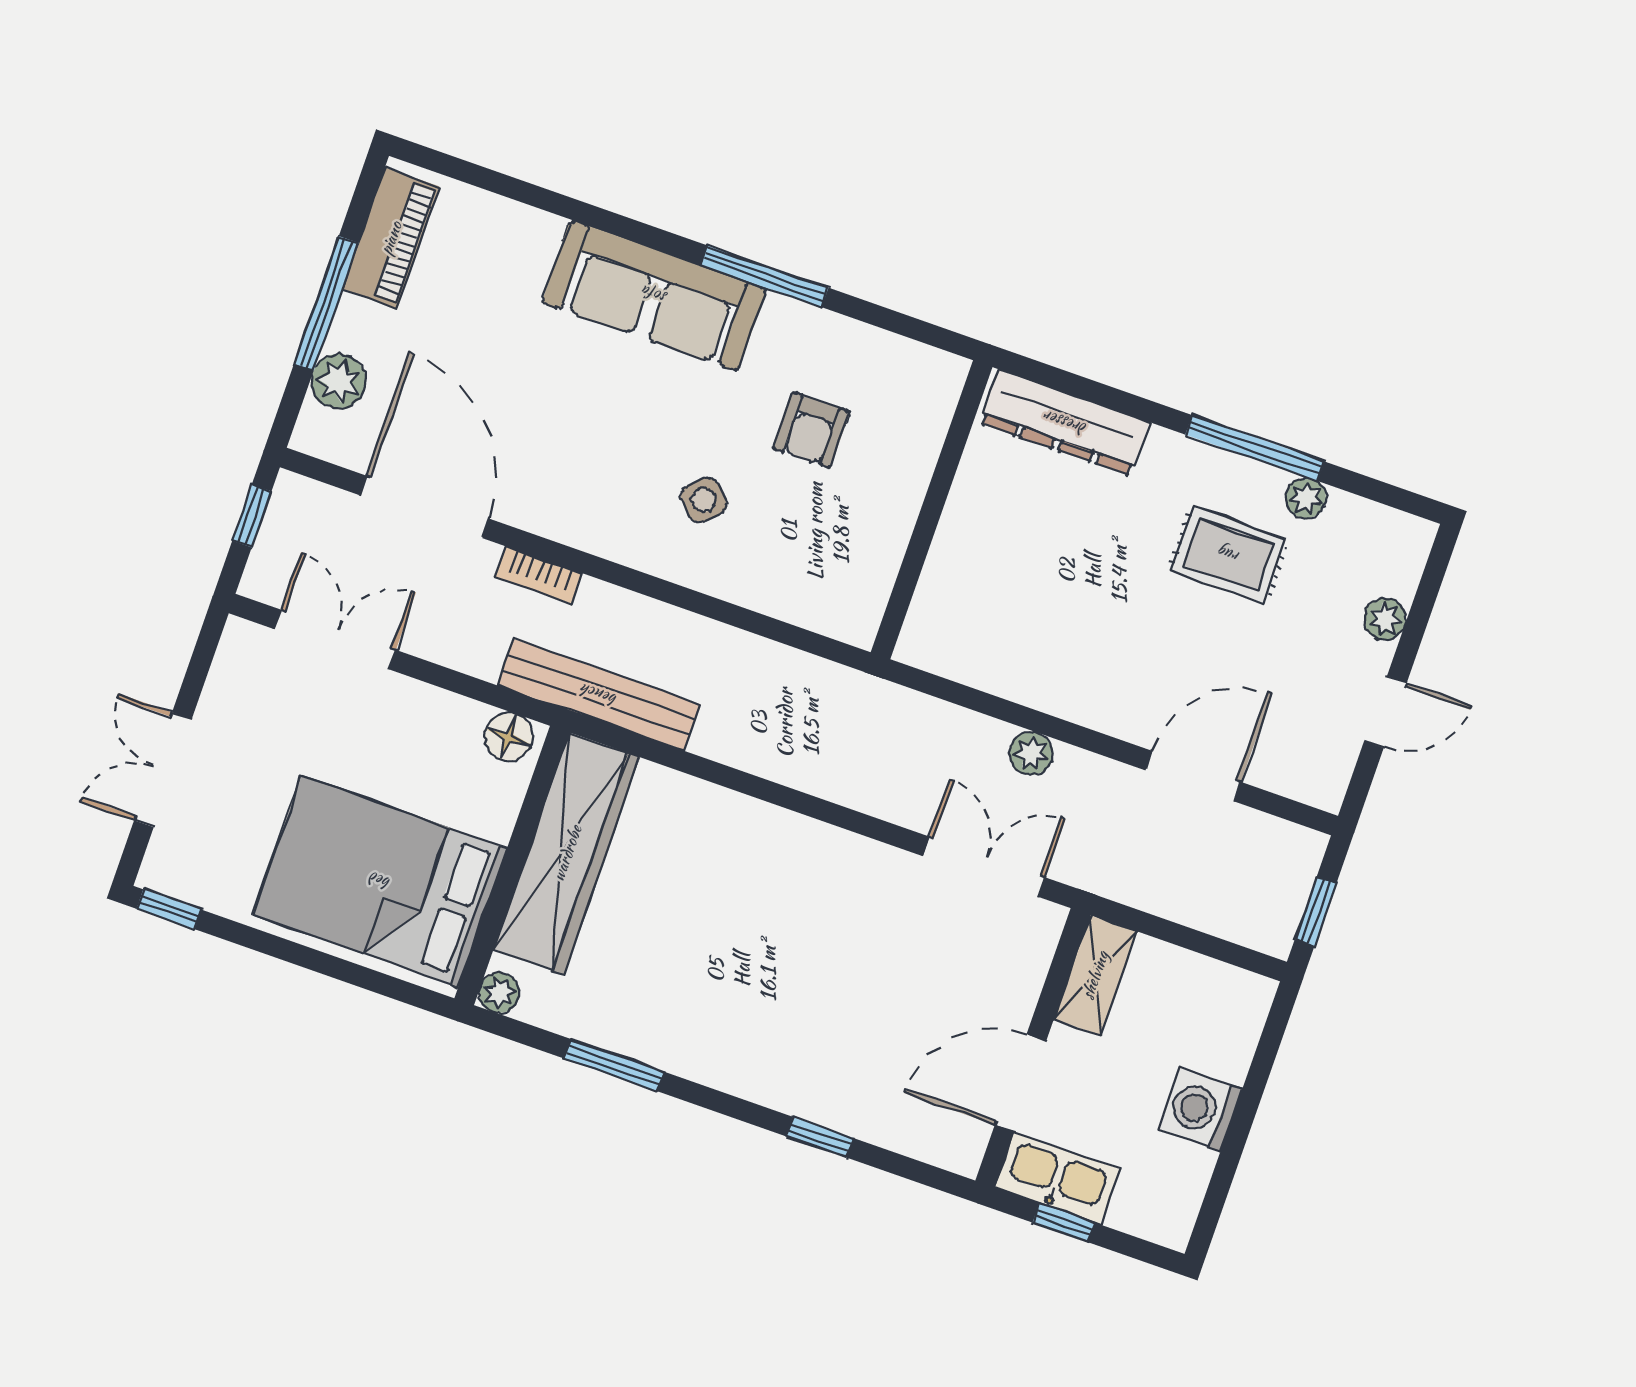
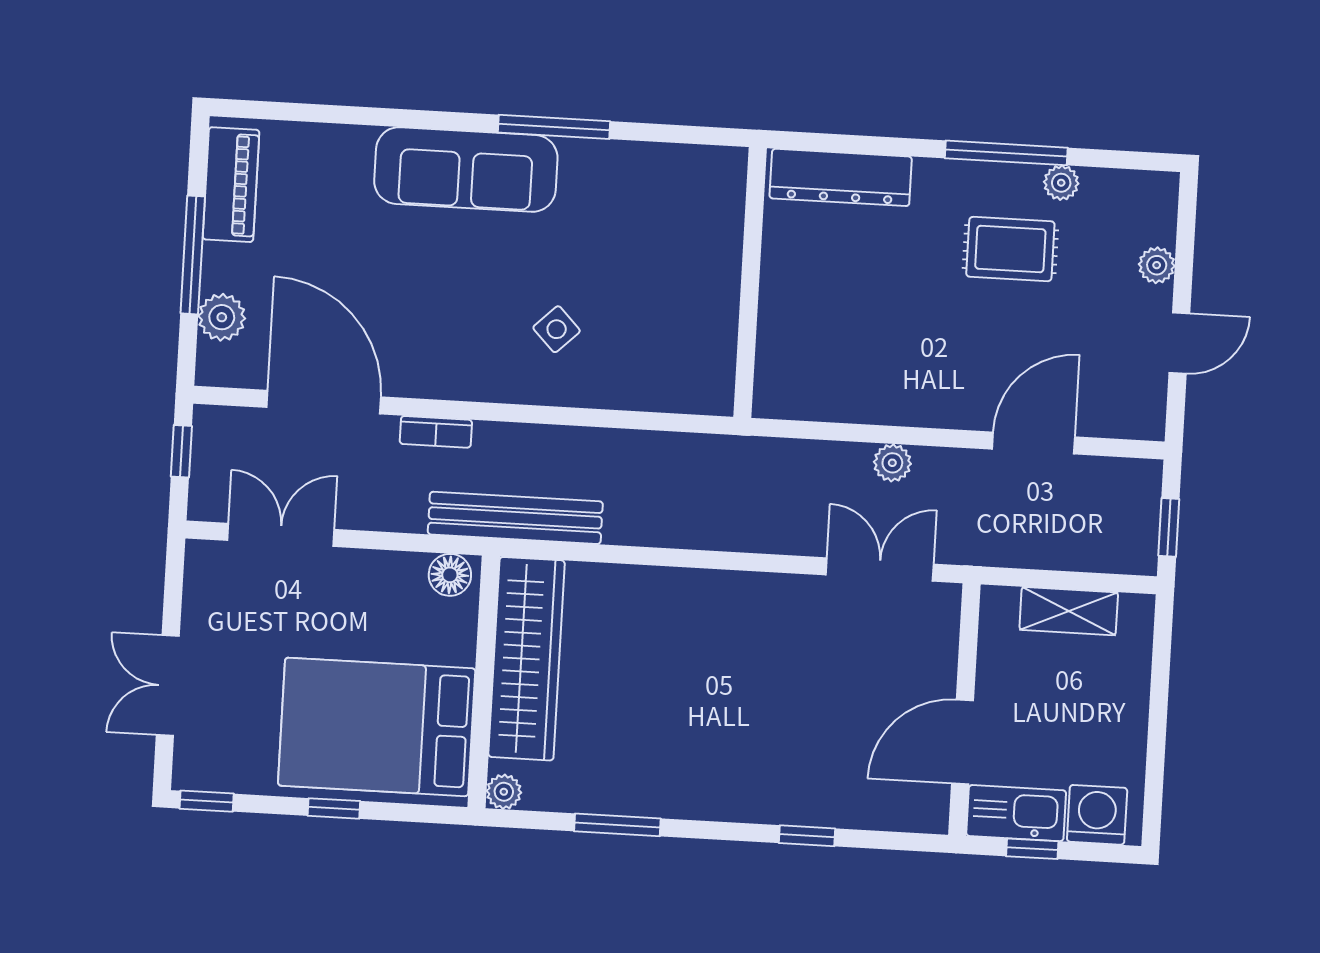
armchair: (812, 430) -> (630, 245), removed
window: (307, 958) -> (334, 808), added
shelving: (1095, 975) -> (1069, 611), moved, turned 90
washing machine: (1200, 1110) -> (1097, 815), moved, turned 90

